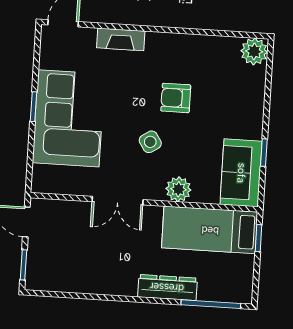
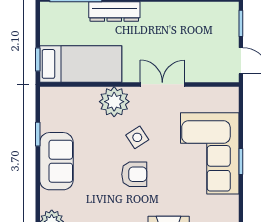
armchair: (176, 98) -> (134, 174), moved
sofa: (241, 173) -> (56, 161), moved
plant: (178, 189) -> (114, 102), width x1.36, depth x1.36

